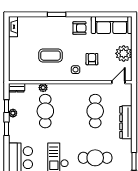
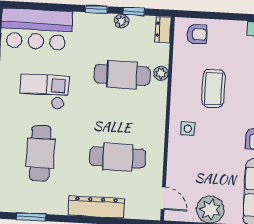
armchair: (92, 59) -> (197, 34), moved

